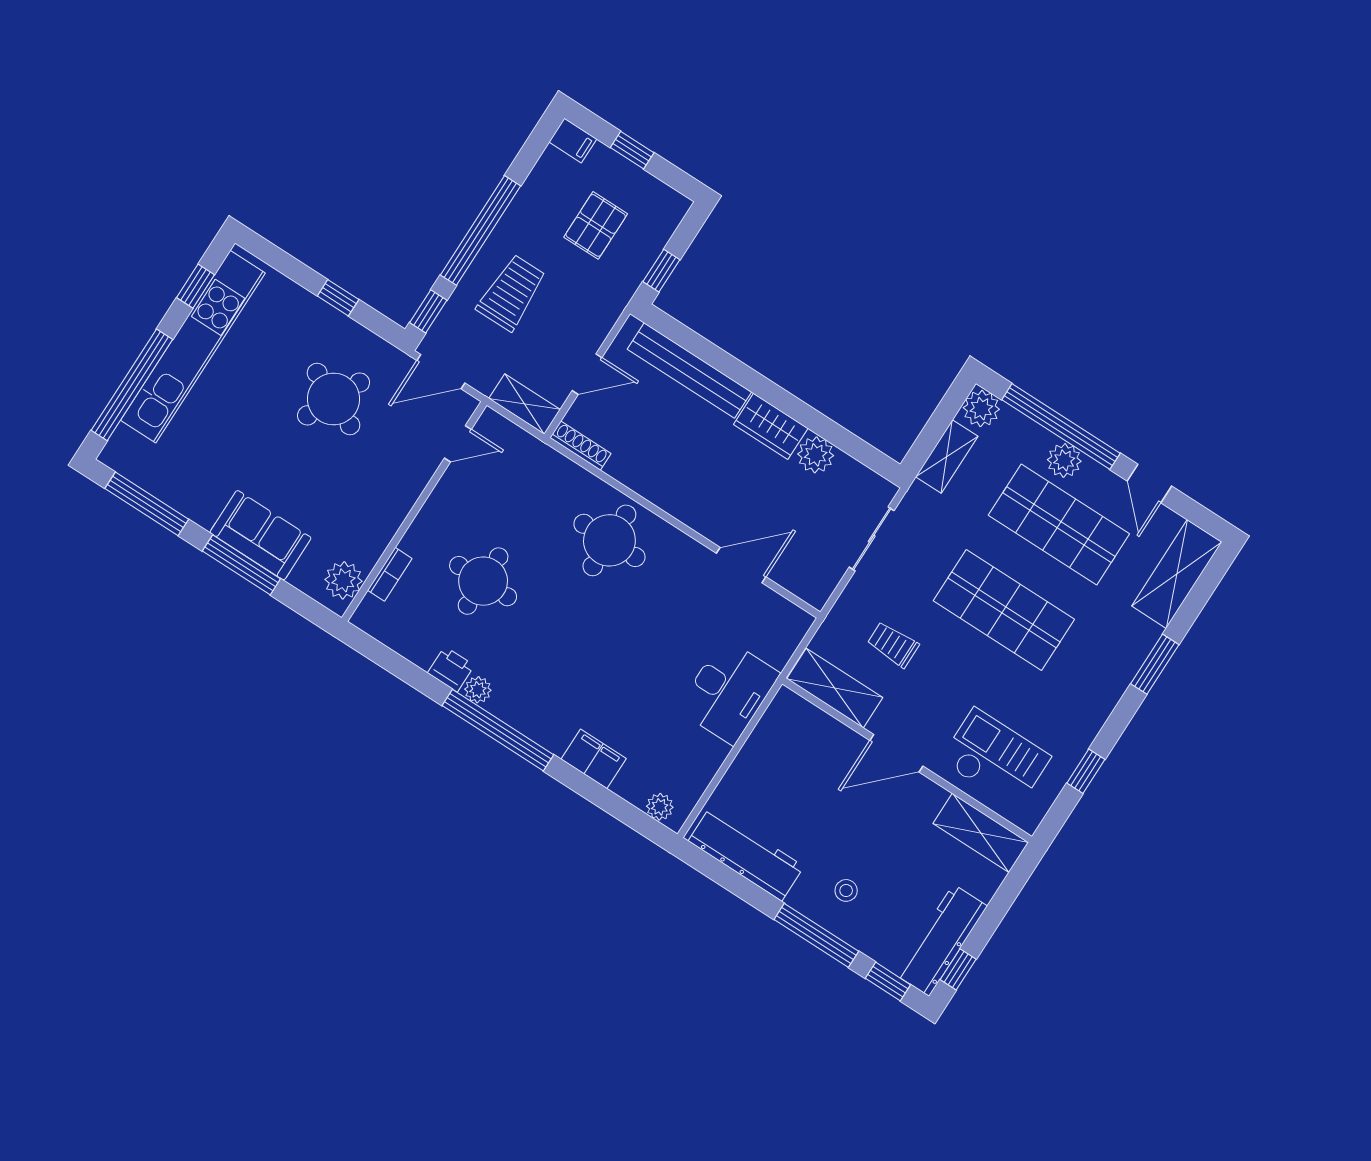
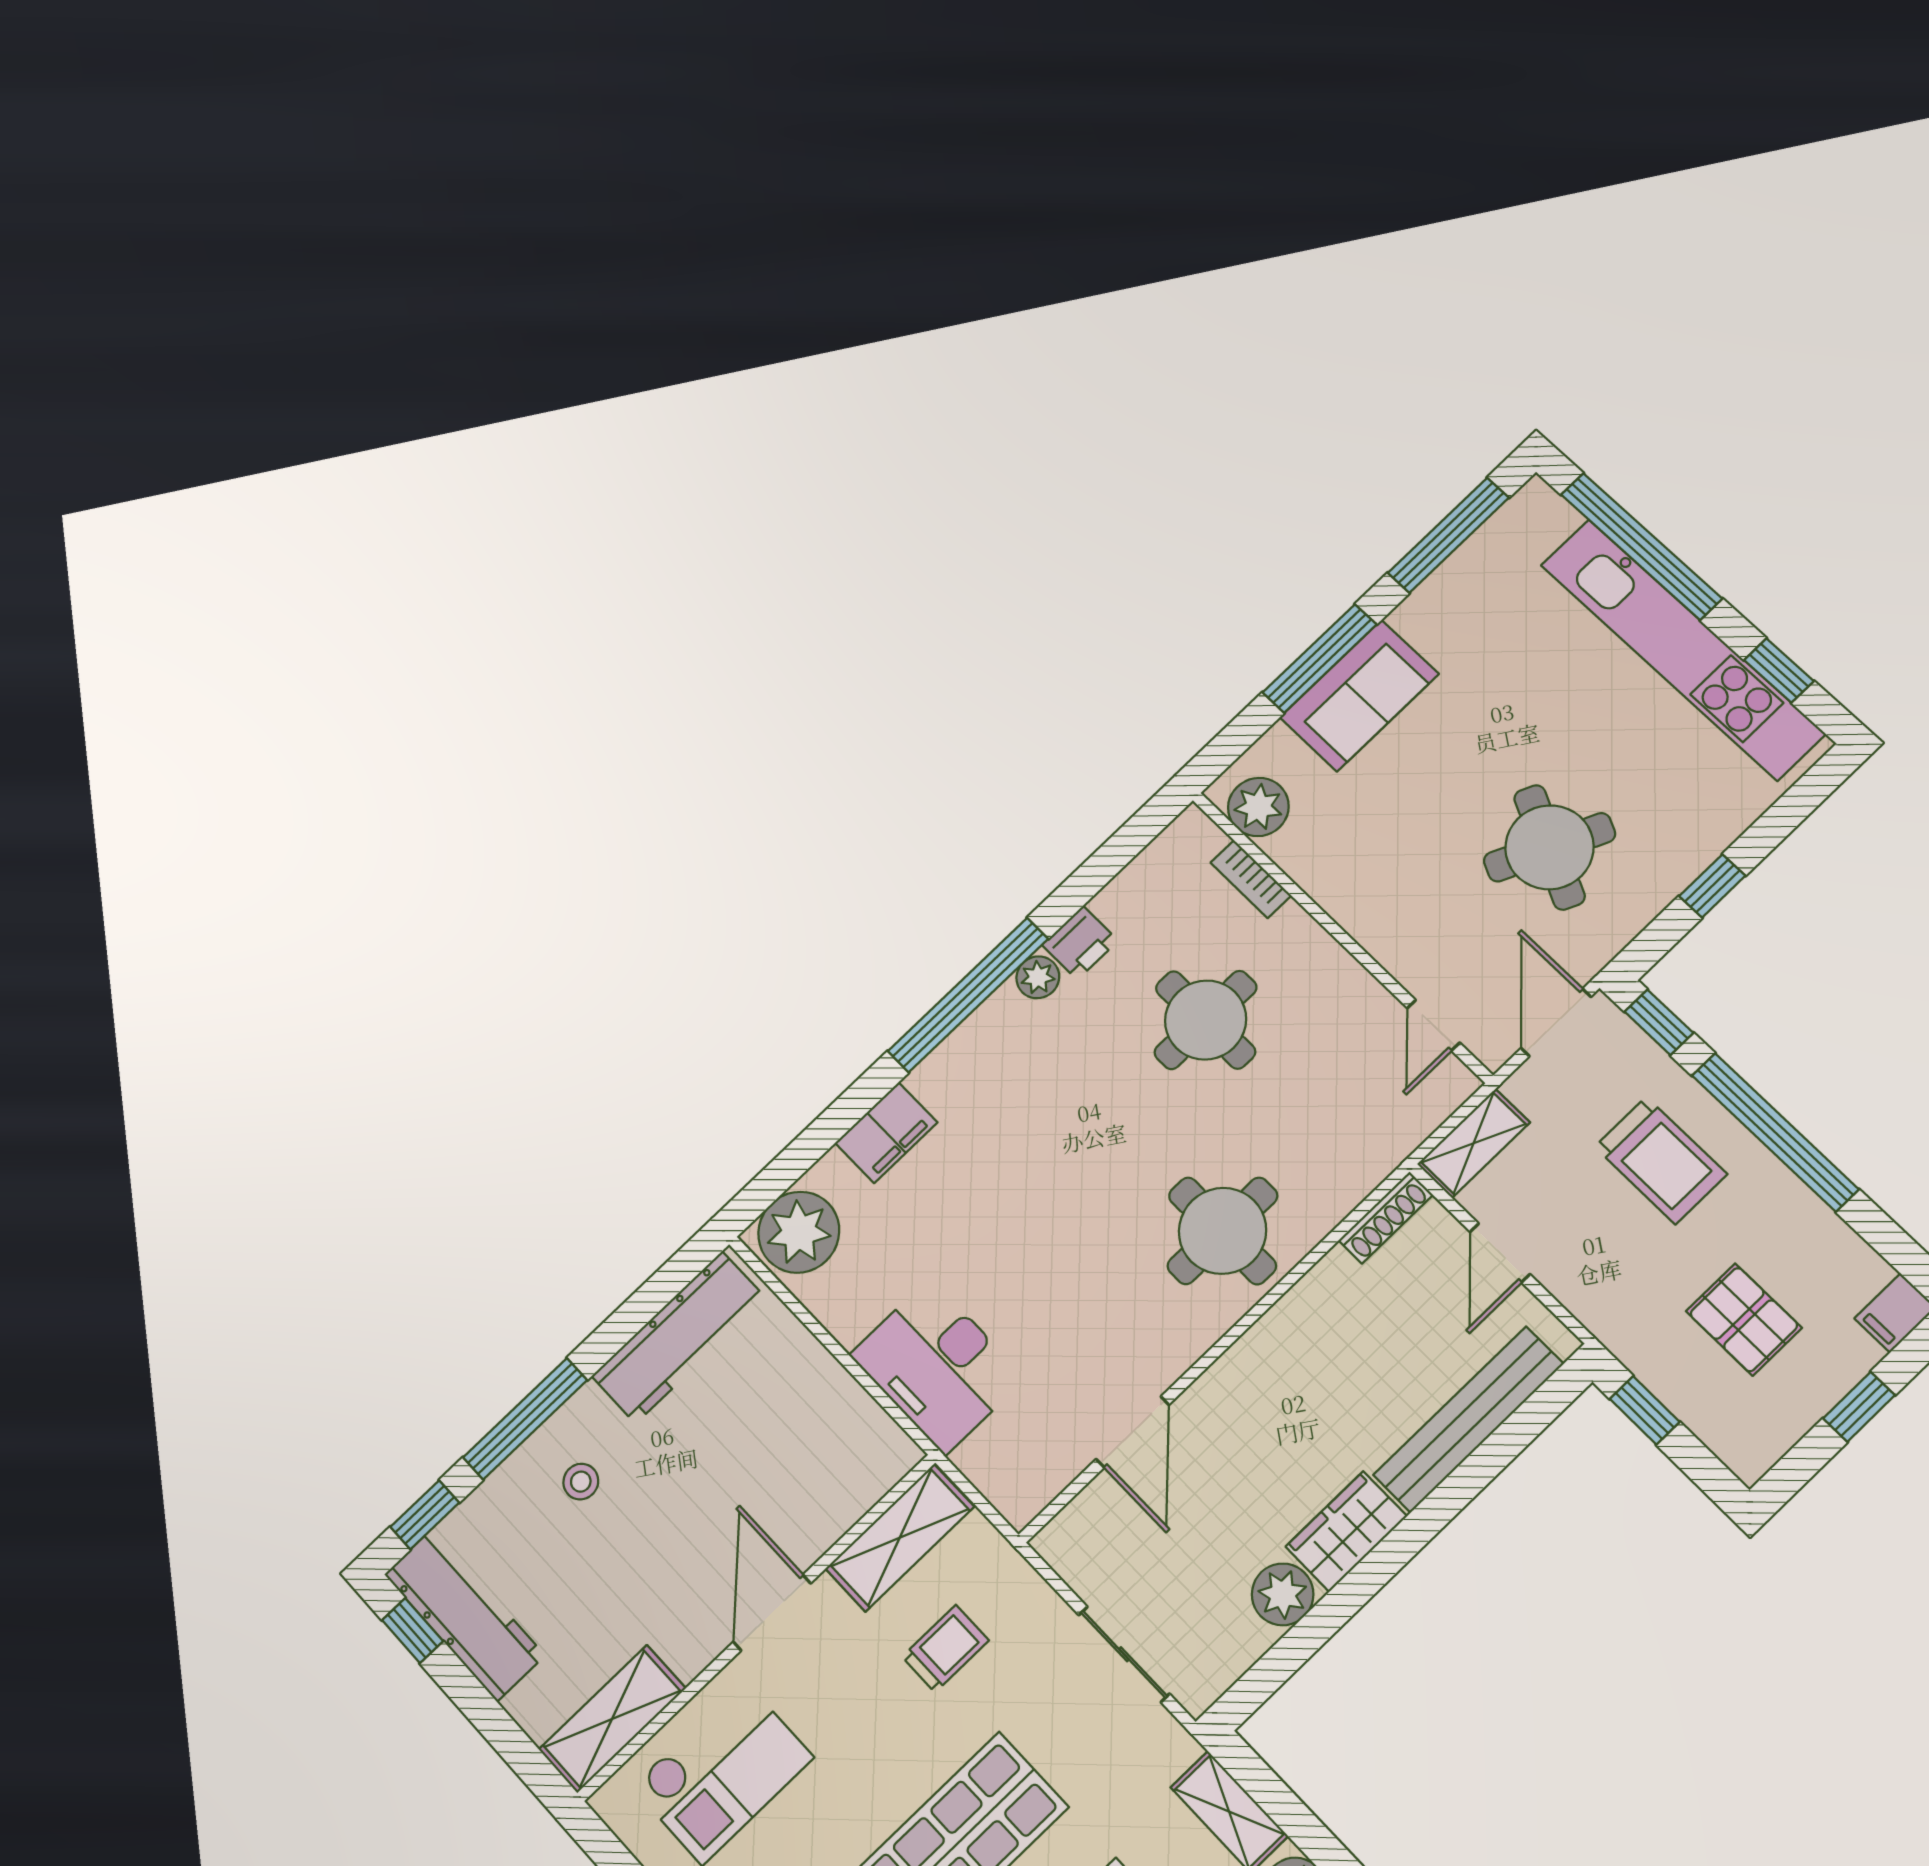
plant: (660, 807) -> (799, 1232), width x1.87, depth x1.87

